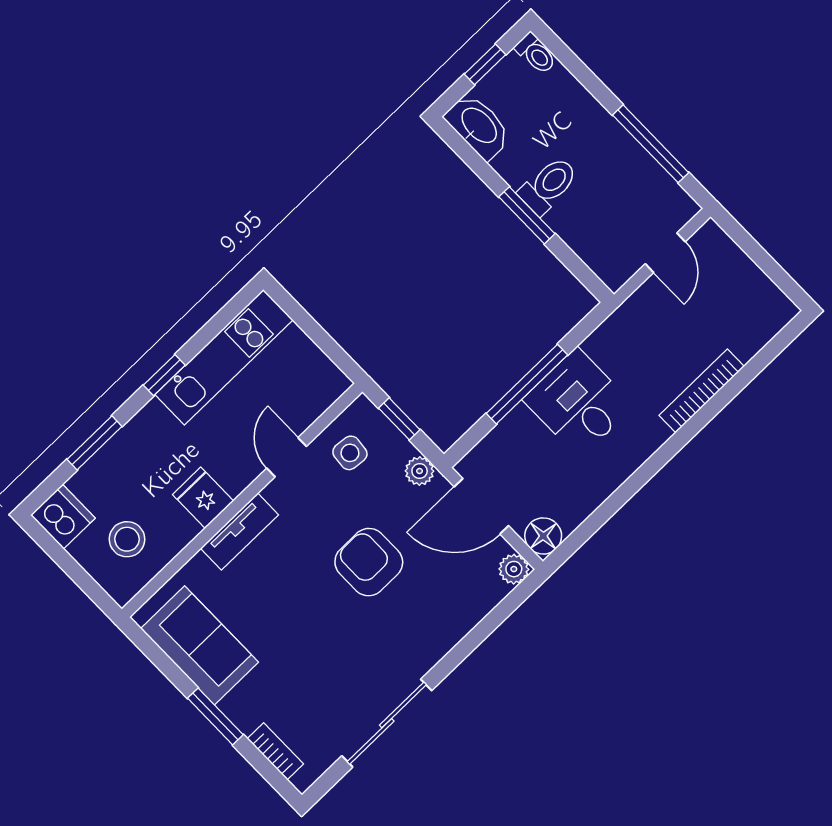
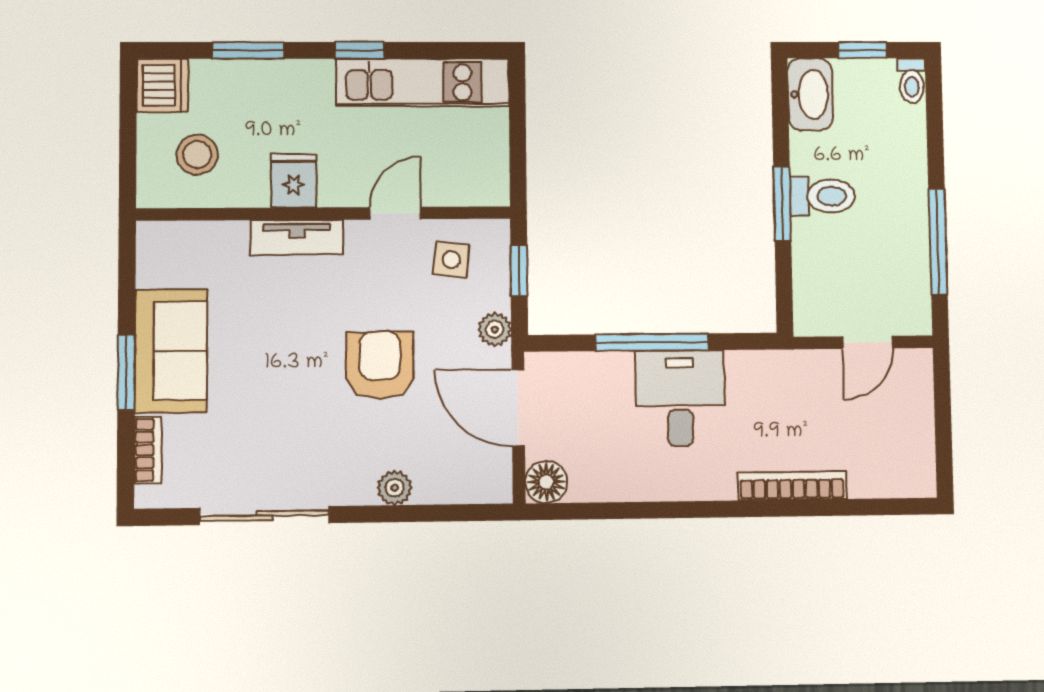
plant: (514, 569) -> (395, 488), moved
sofa: (200, 645) -> (171, 351), moved

